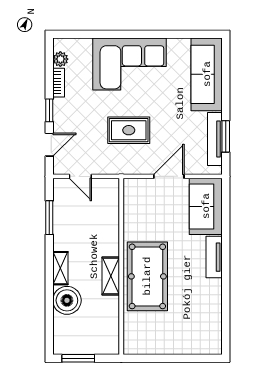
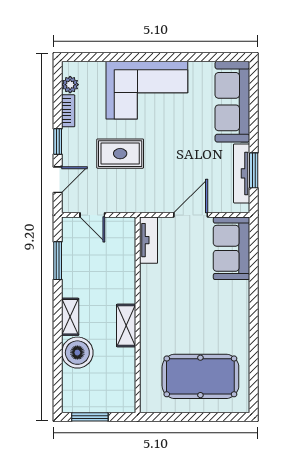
rug: (129, 130) -> (120, 154), moved
tv unit: (214, 257) -> (149, 240), moved, turned 180
pool table: (147, 276) -> (200, 376), moved, turned 90

